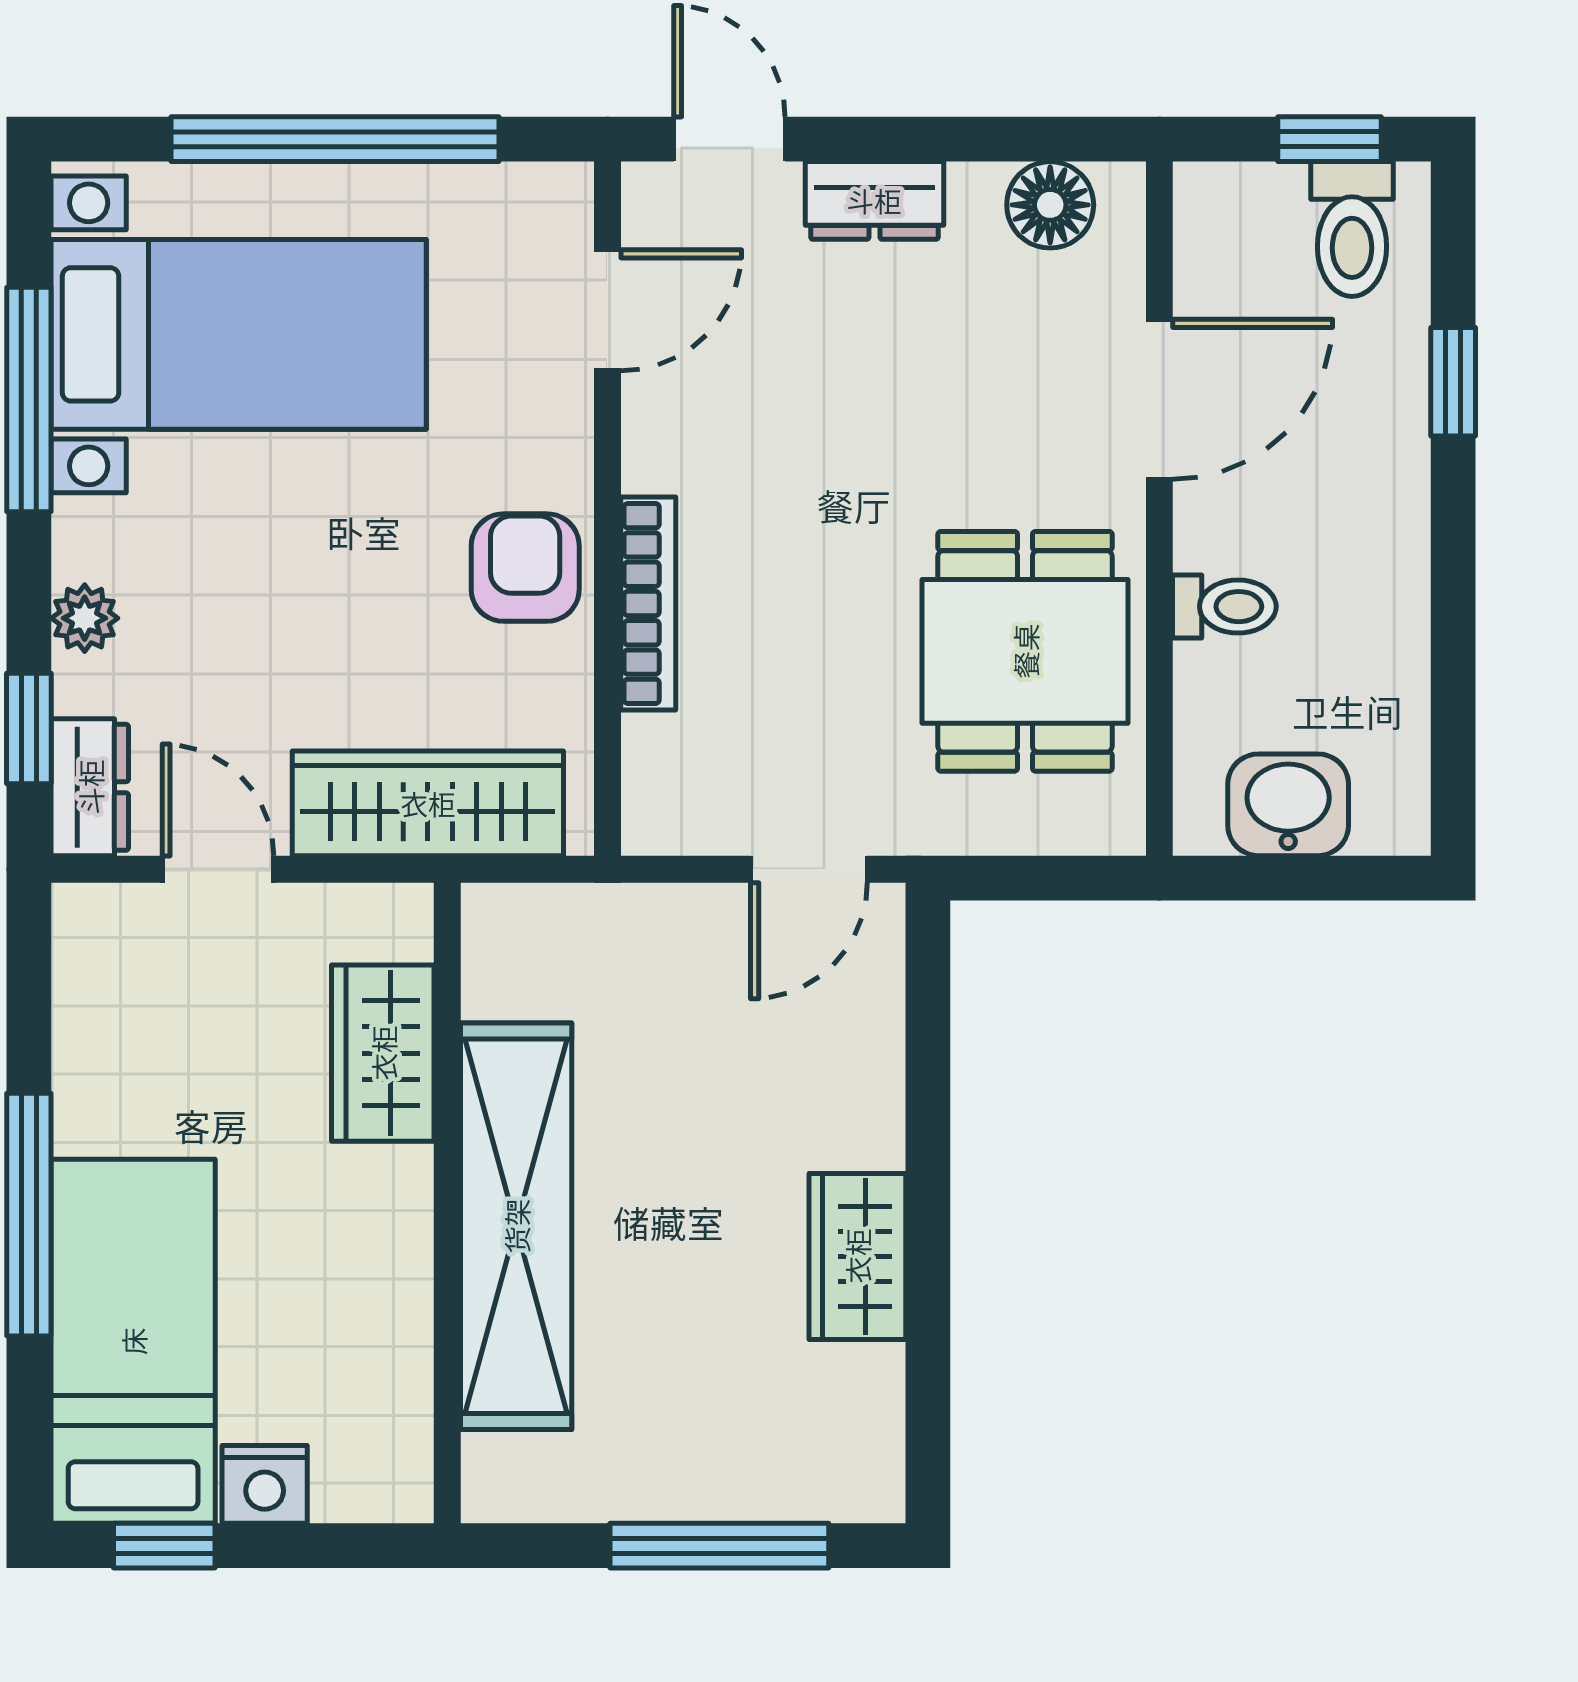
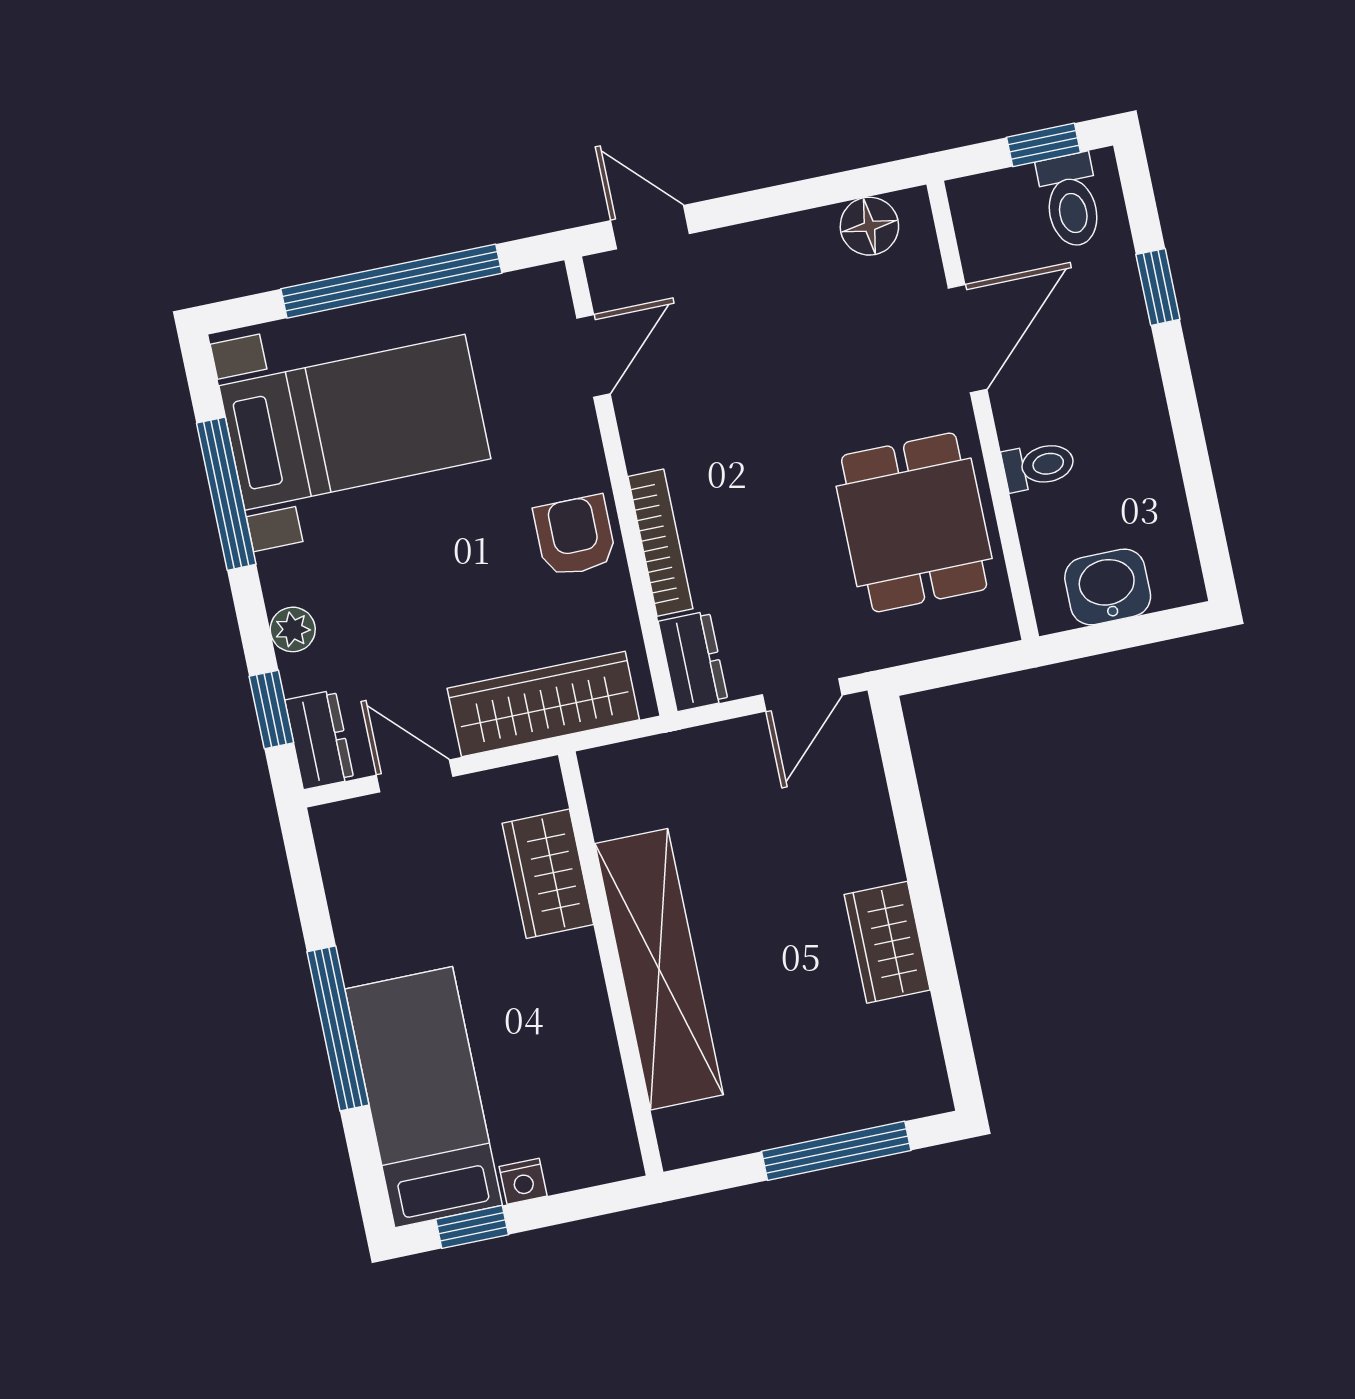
dresser: (874, 200) -> (693, 661), moved, turned -90
nightstand: (265, 1484) -> (523, 1181), width x0.72, depth x0.74

